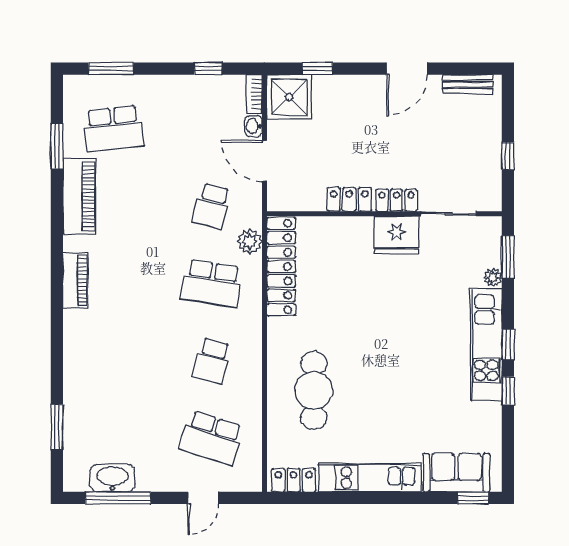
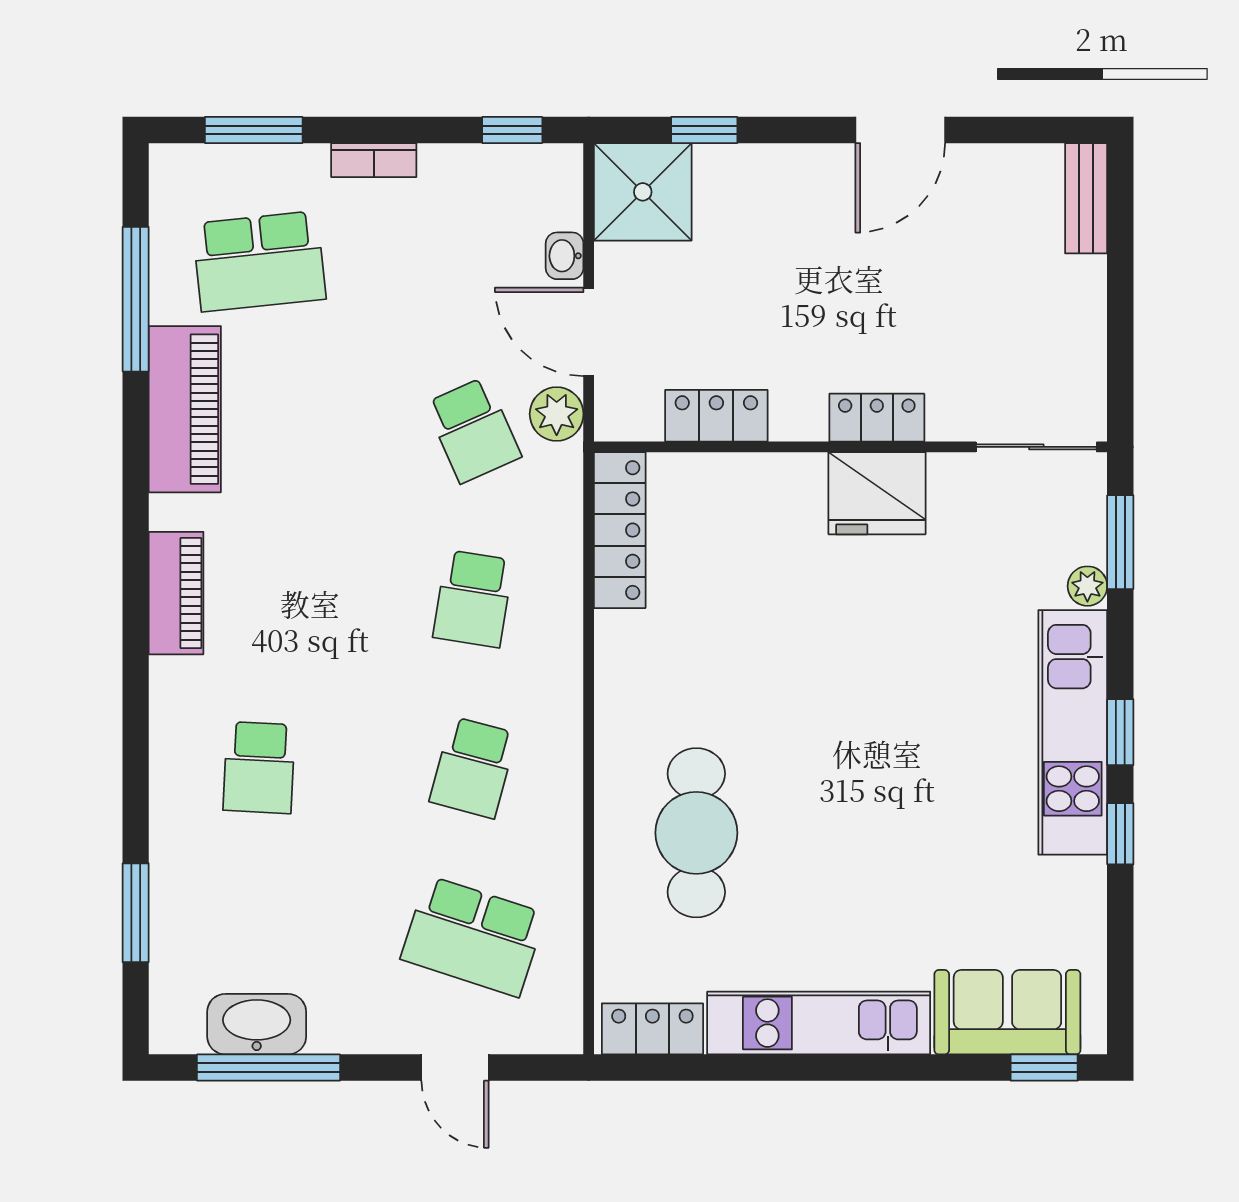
window: (208, 69) -> (512, 130), moved
bench: (468, 84) -> (1086, 198), moved, turned 90
bookcase: (254, 94) -> (374, 160), moved, turned -90
window: (57, 146) -> (136, 299), width x1.44
window: (508, 156) -> (1120, 321), removed
locker: (349, 199) -> (716, 416), moved
school desk: (212, 206) -> (473, 430), turned -39
sliding door: (448, 214) -> (1036, 447), moved
plant: (250, 242) -> (557, 414), moved
locker: (281, 267) -> (620, 530), width x0.71, depth x0.83
school desk: (212, 283) -> (473, 599), width x0.54
school desk: (114, 361) -> (259, 768), added
door: (203, 498) -> (455, 1068), hinge flipped

